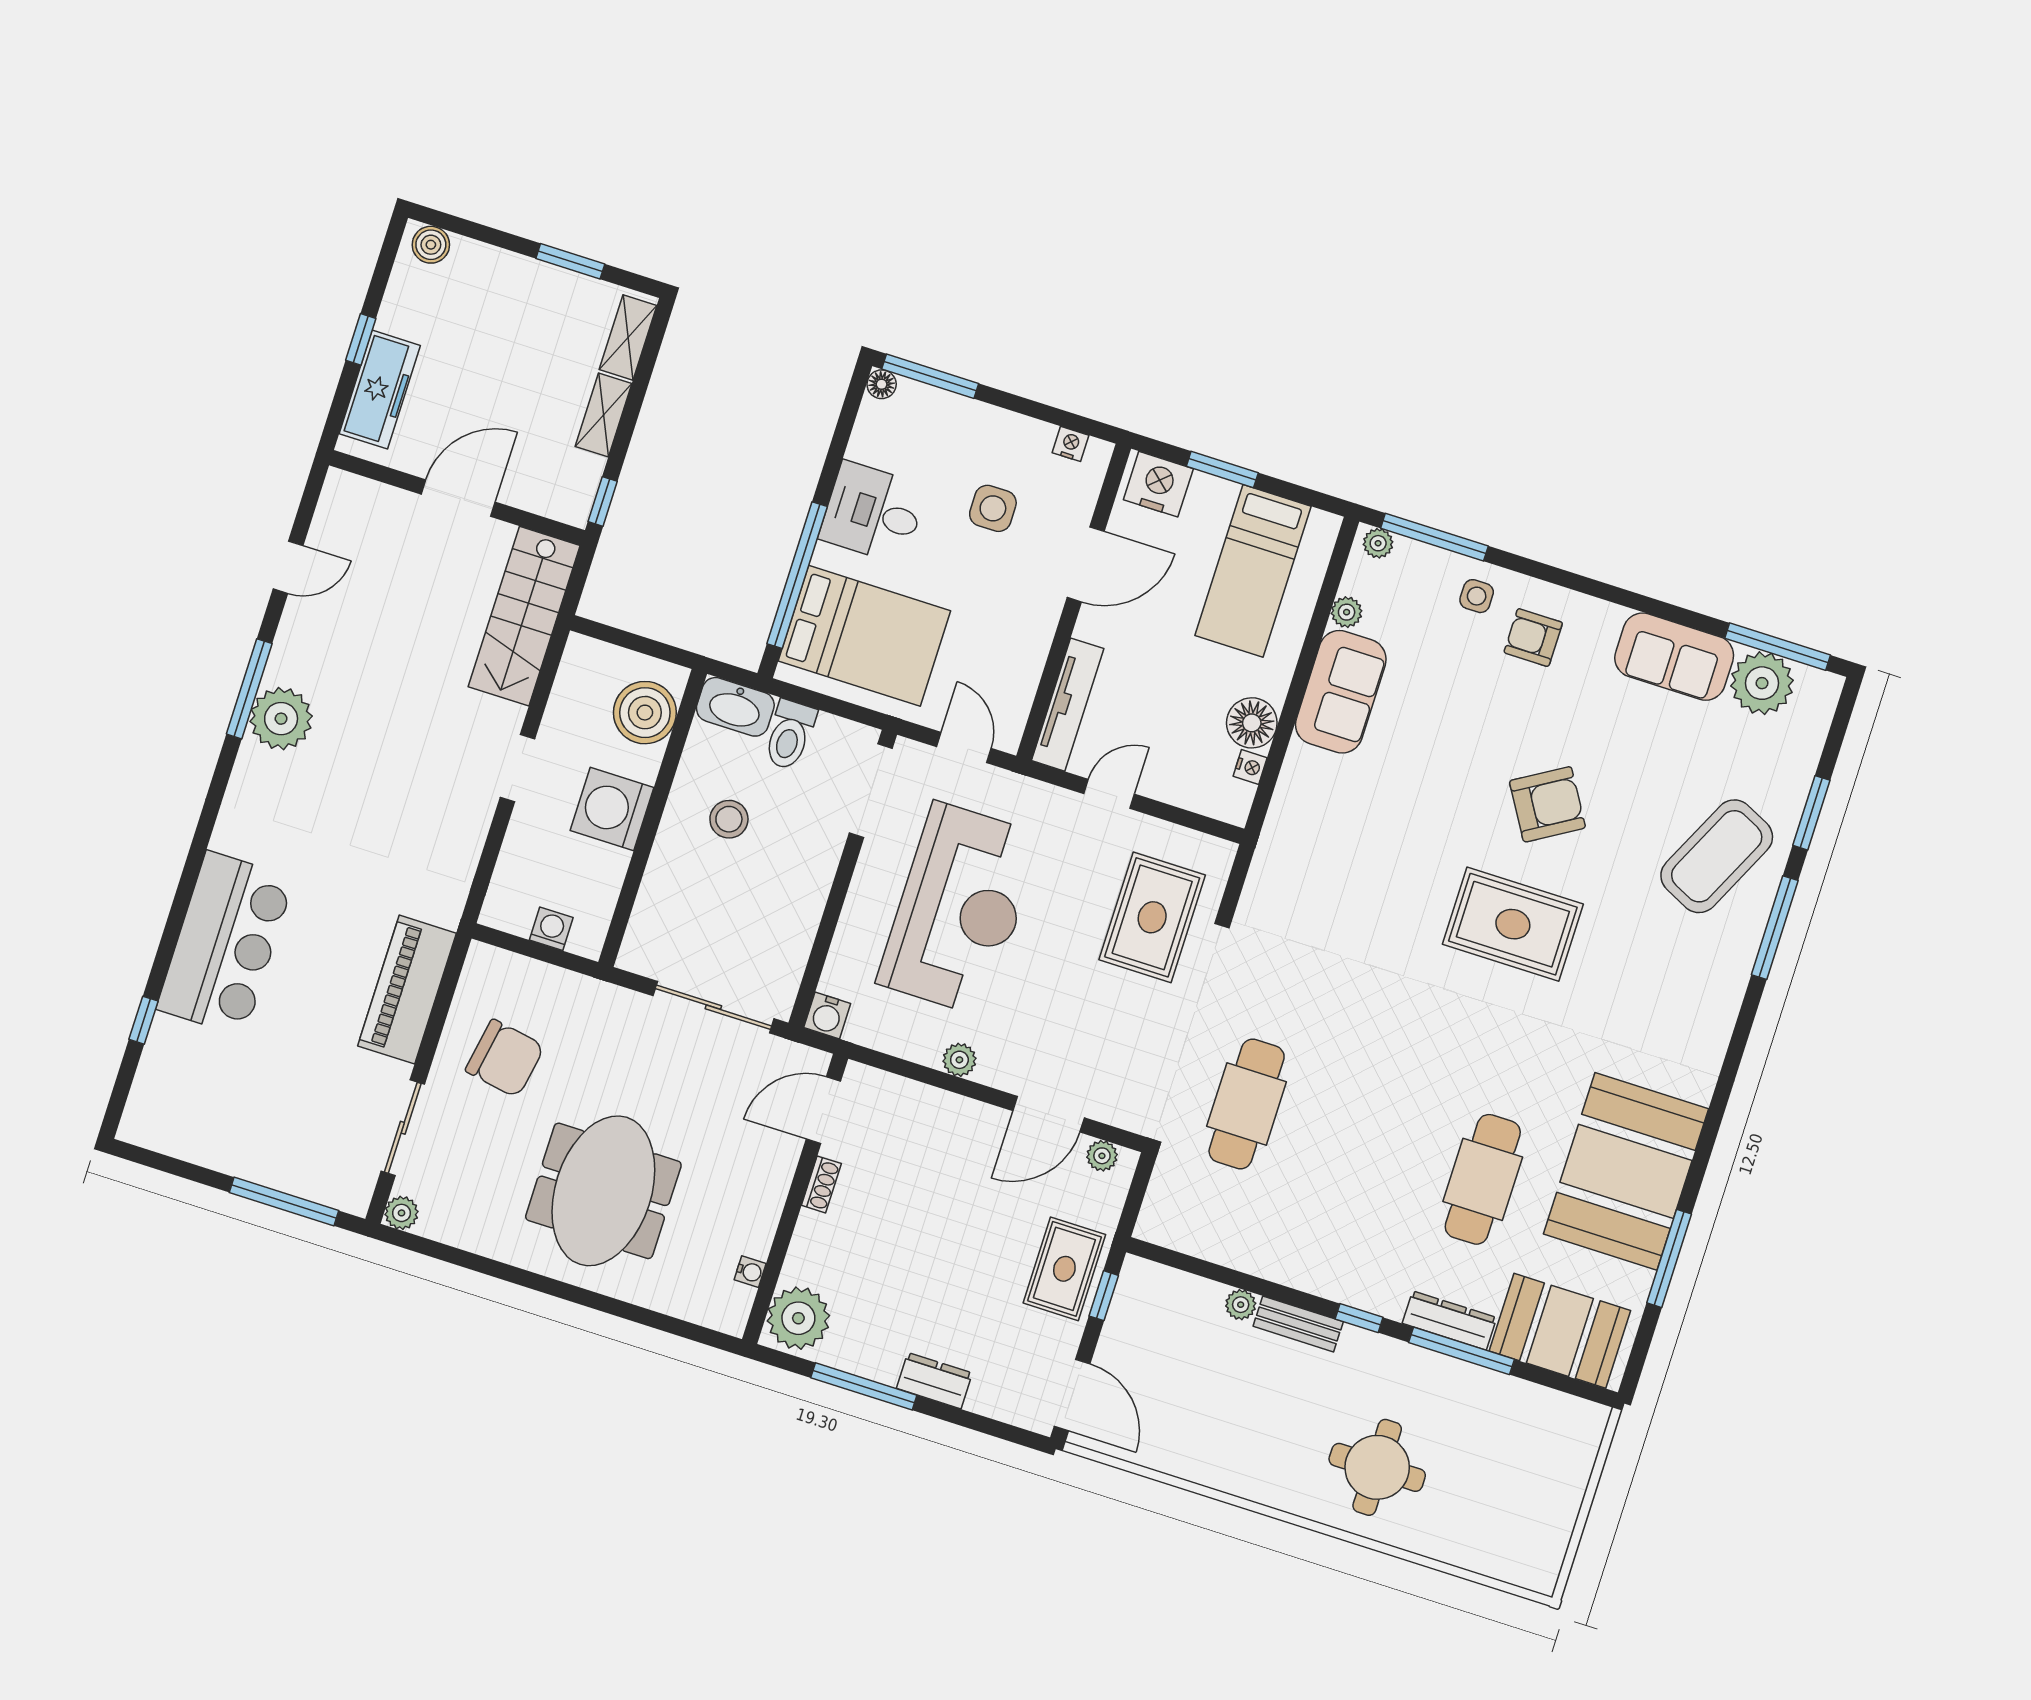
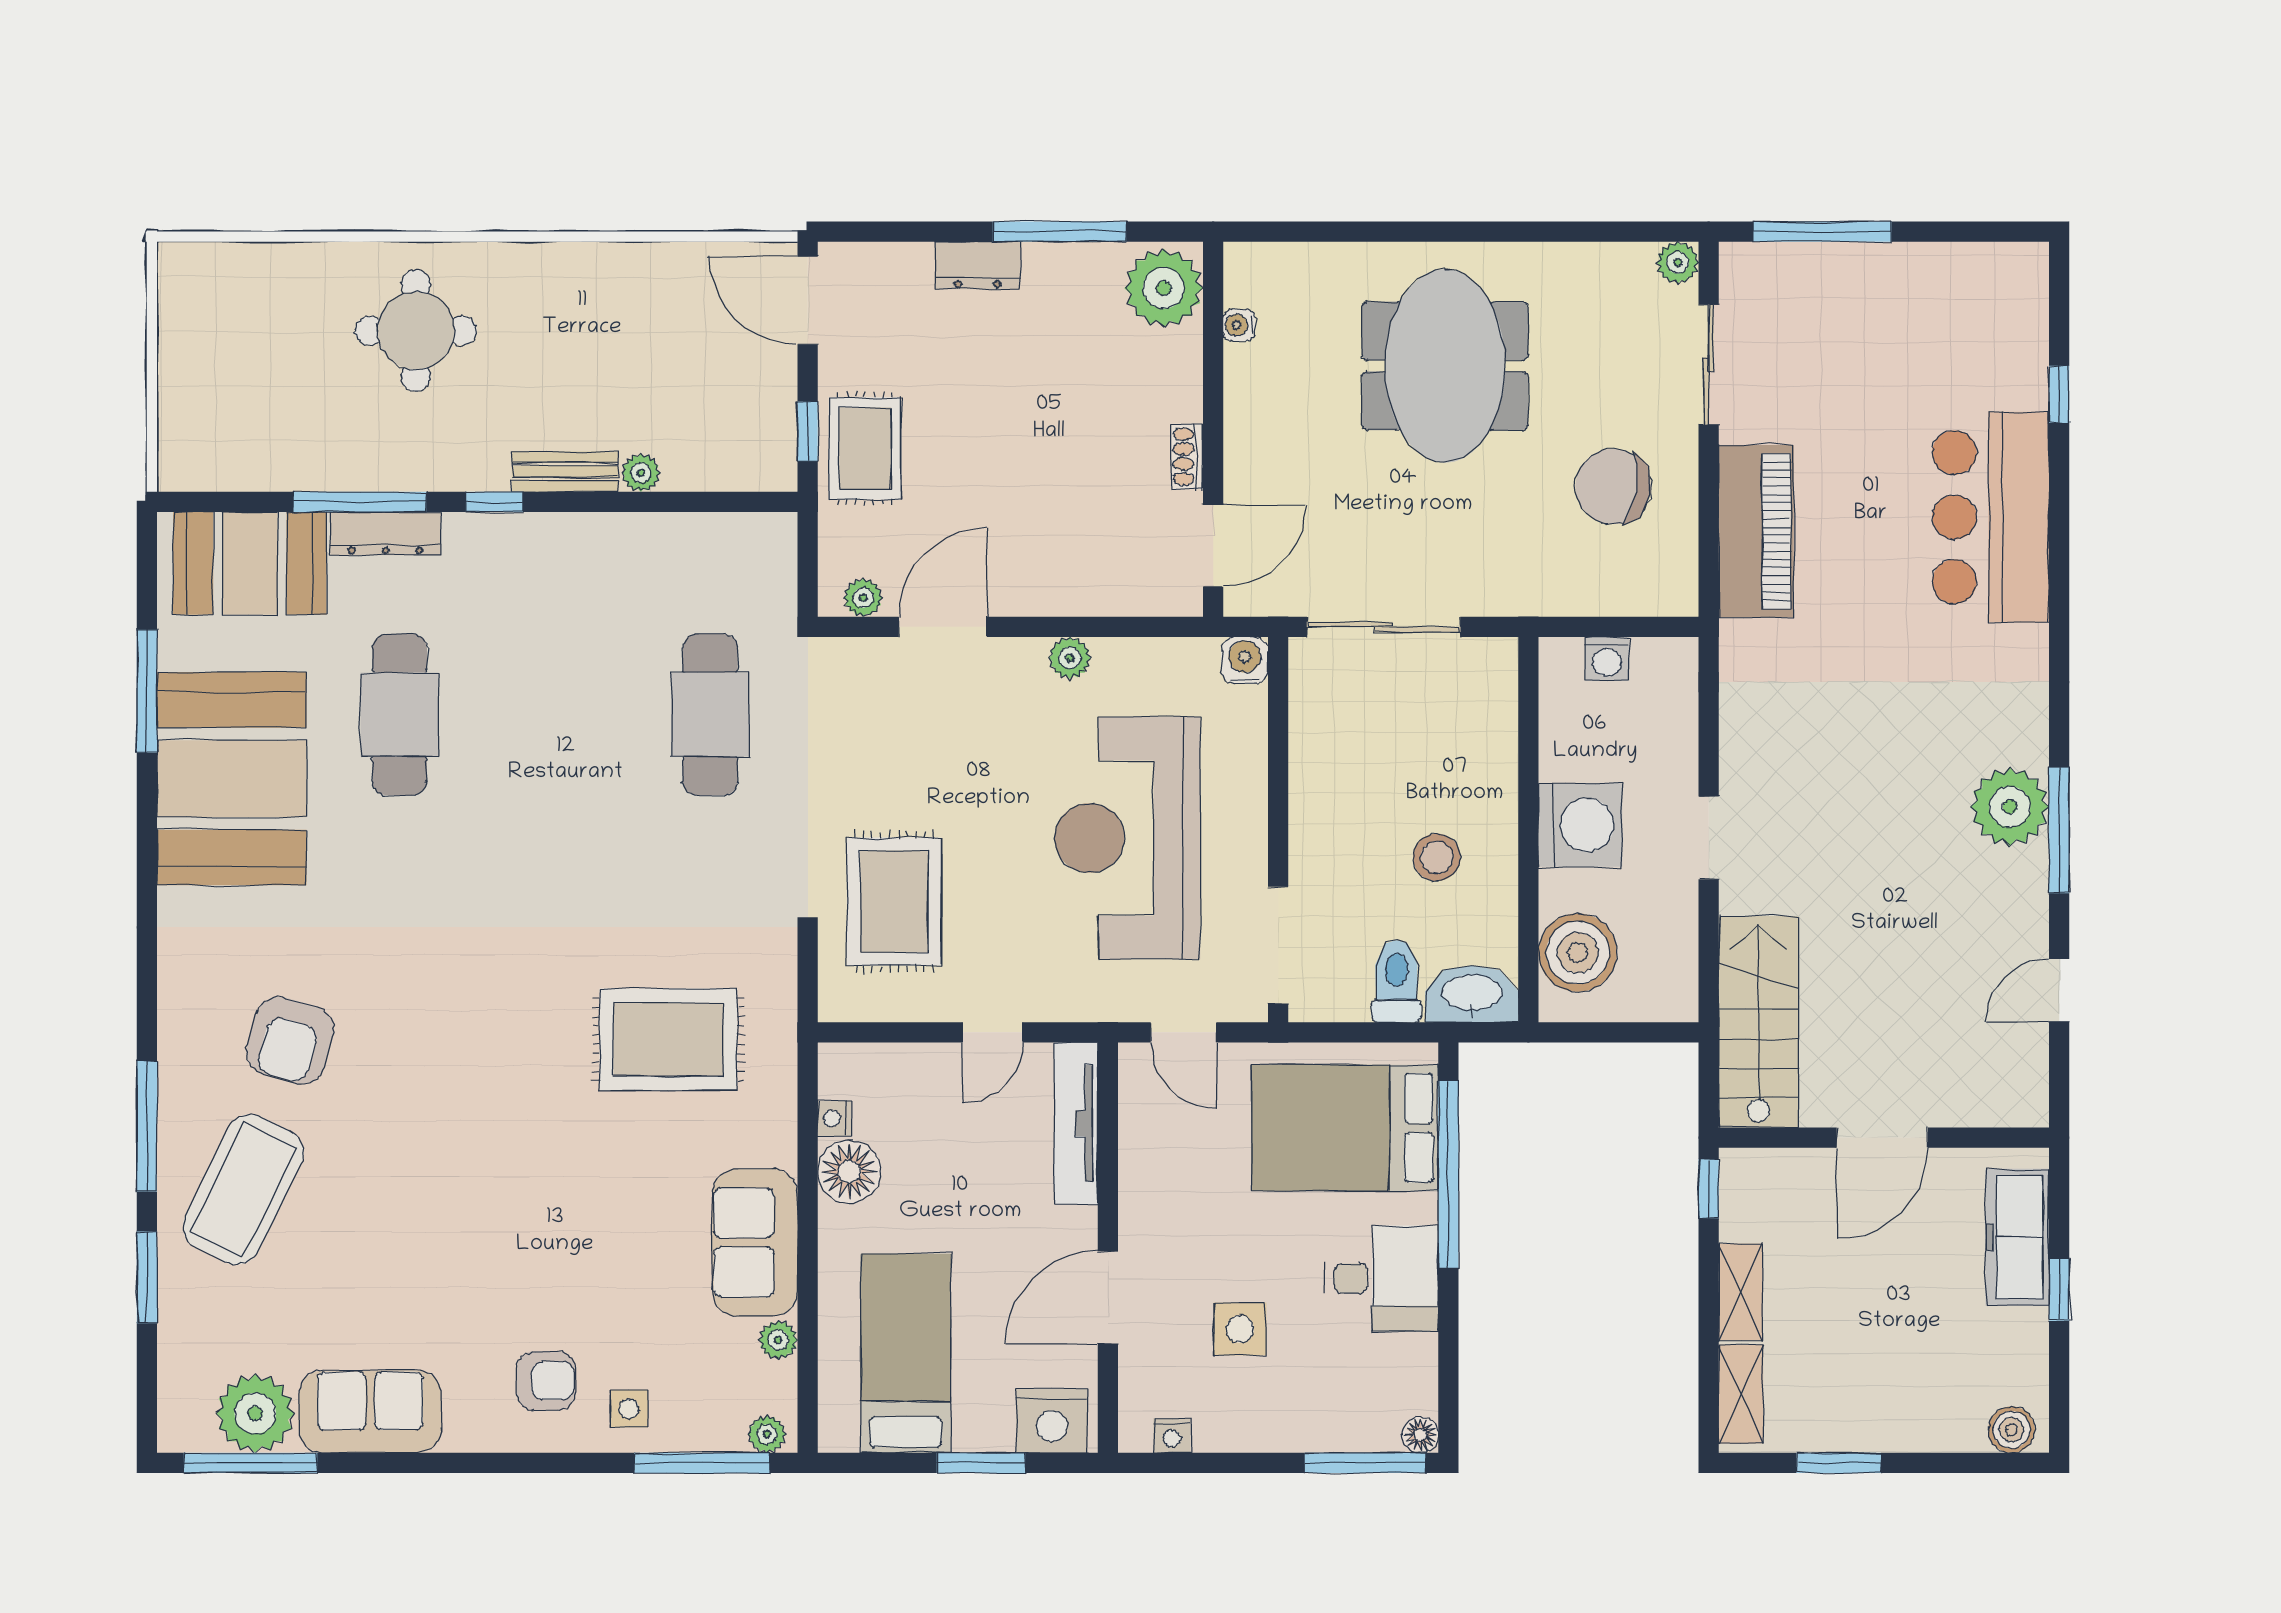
armchair: (1547, 804) -> (290, 1040), moved, turned -43
rug: (1513, 924) -> (668, 1040), moved

